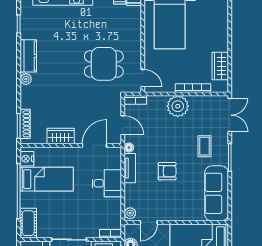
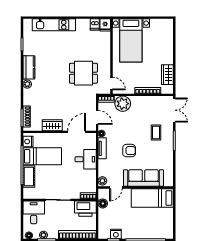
plant: (178, 106) -> (123, 104), moved
sofa: (217, 193) -> (144, 178), moved, turned 90
cot: (28, 223) -> (29, 176), moved

